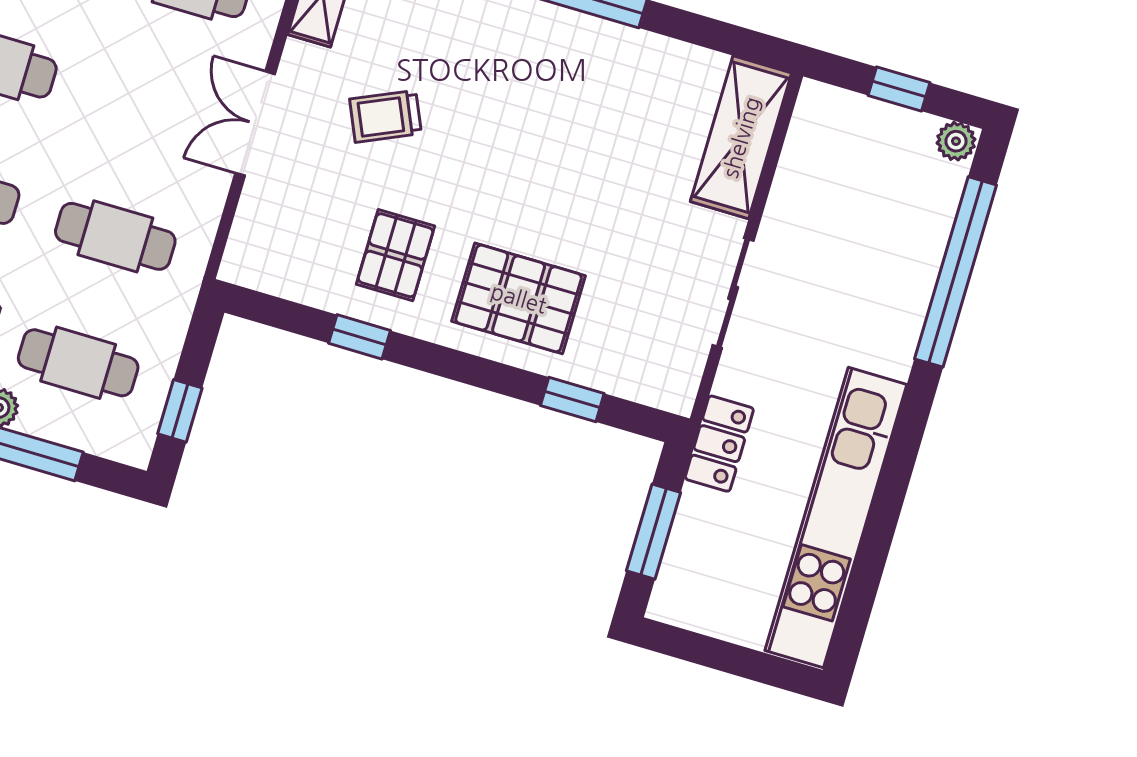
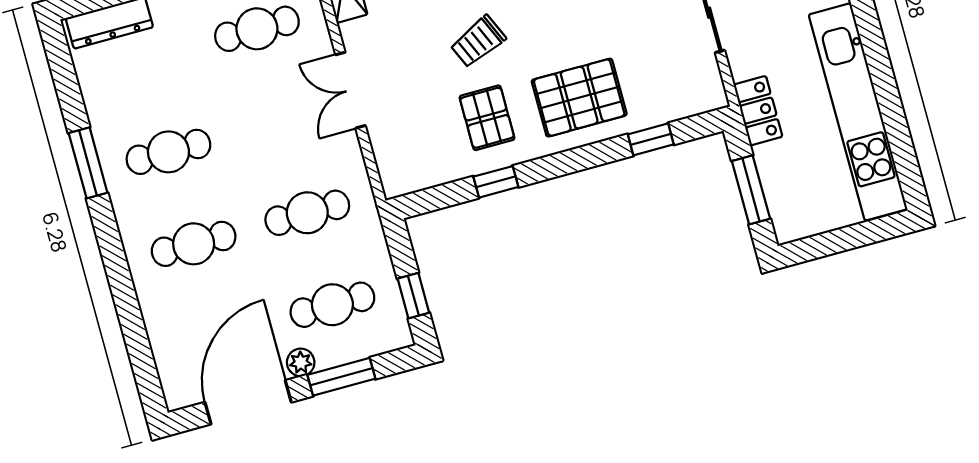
trolley: (385, 116) -> (478, 42), moved

